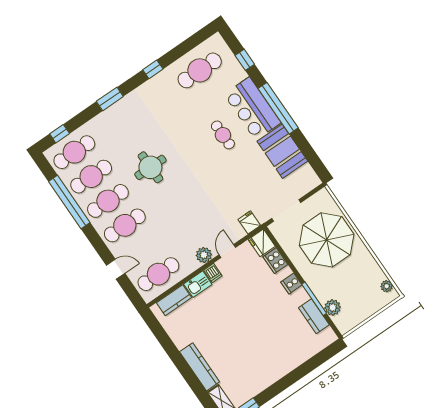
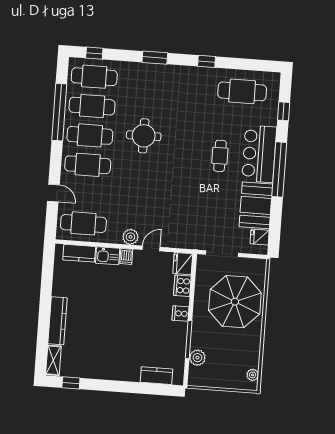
fridge: (249, 222) -> (260, 237), moved, turned -90
kitchen counter: (314, 316) -> (156, 376), moved, turned 90

